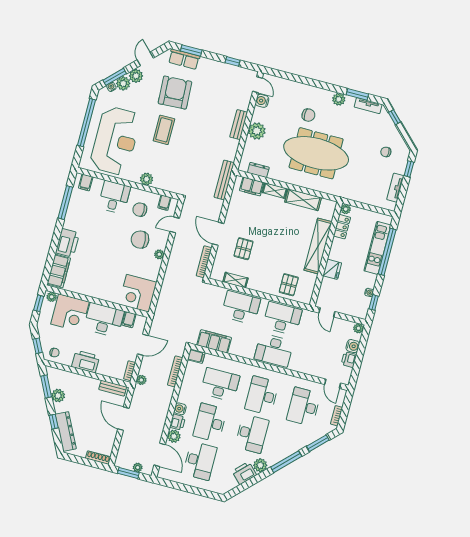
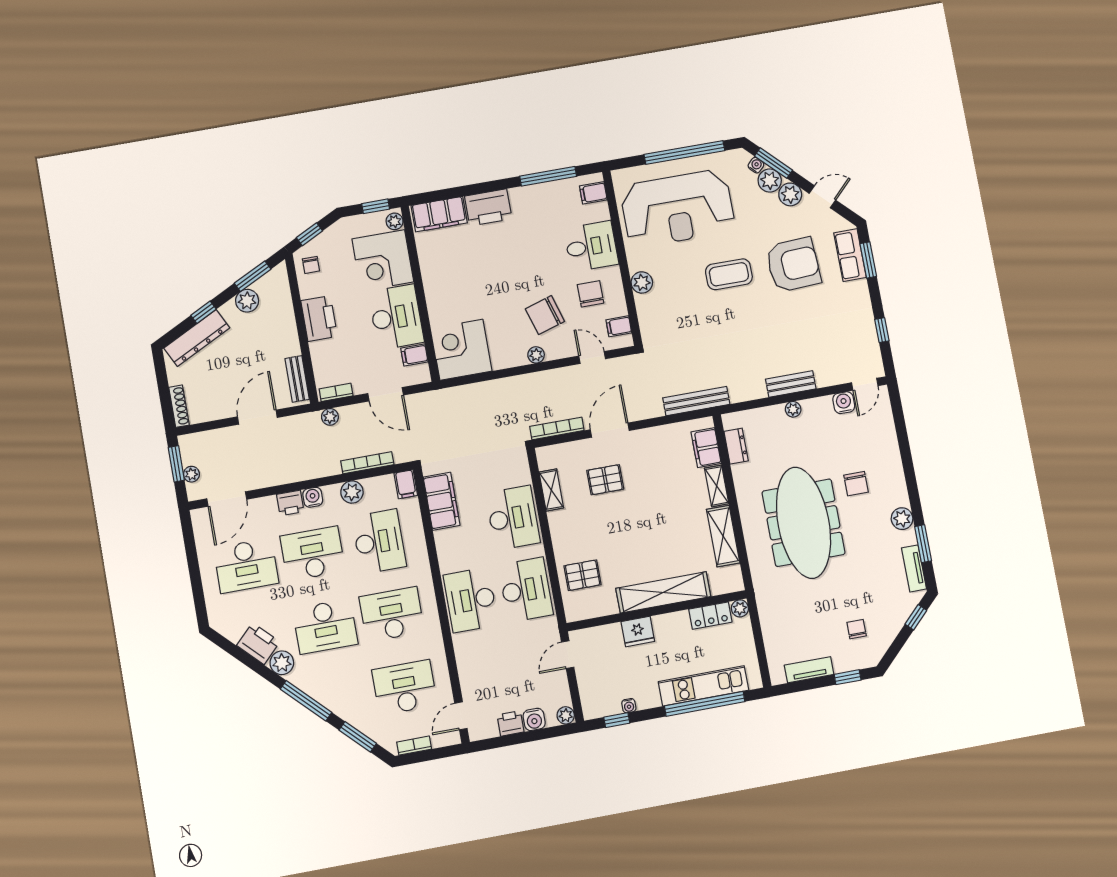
plant: (257, 131) -> (793, 409), width x0.53, depth x0.53
chair: (140, 240) -> (545, 315), turned -100
plant: (174, 436) -> (352, 492), moved

